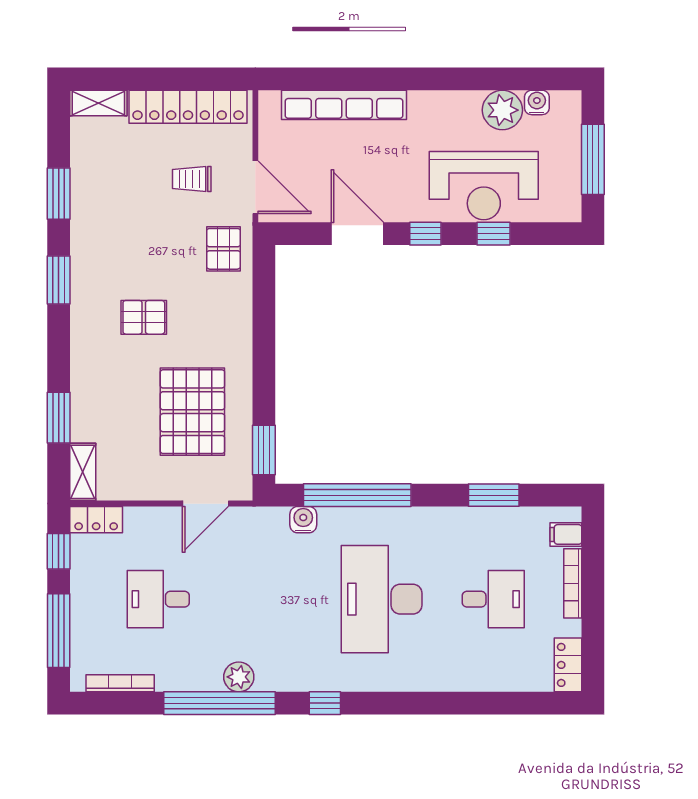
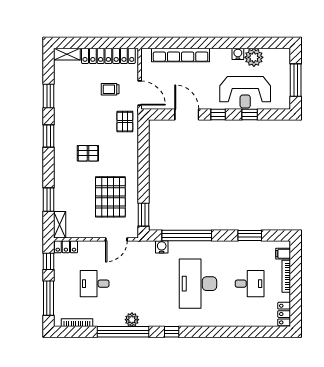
water cooler: (537, 102) -> (238, 54), moved

